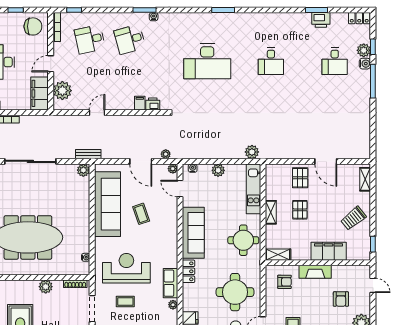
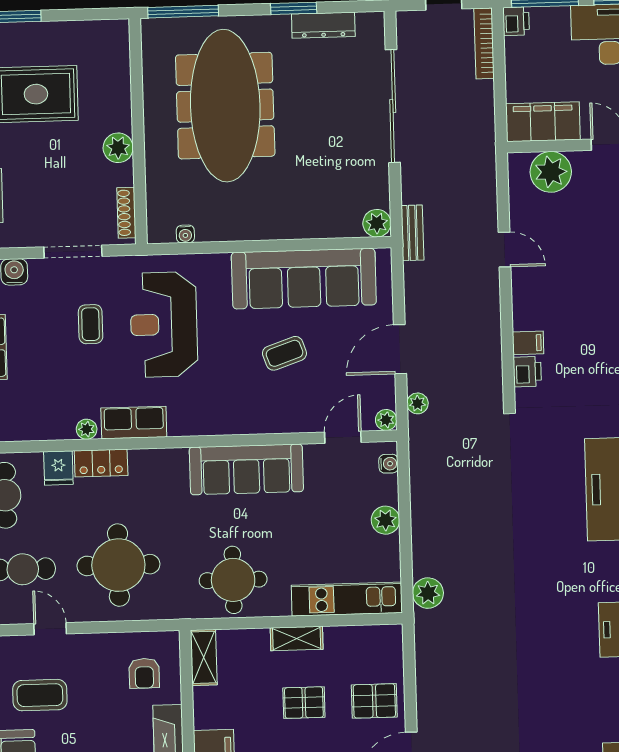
reception desk: (126, 268) -> (164, 324), turned 180
locker: (188, 271) -> (101, 463), moved

